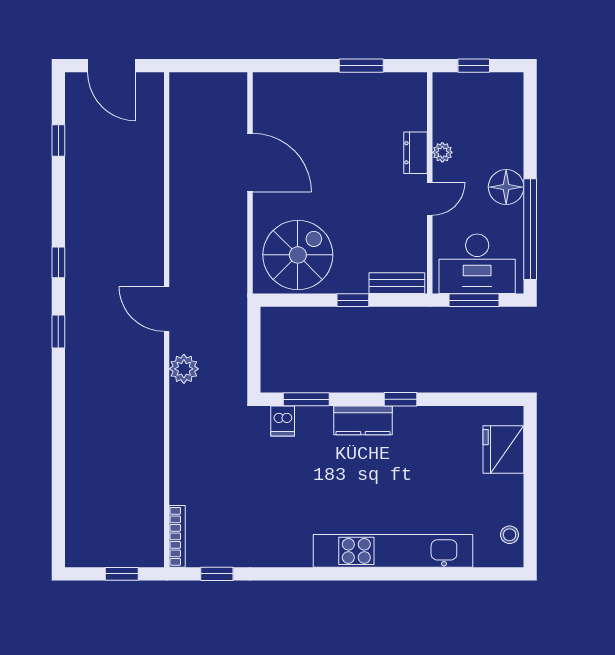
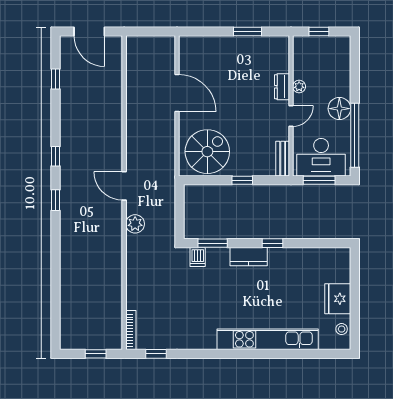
bench: (397, 283) -> (283, 159), moved, turned 90
fridge: (503, 450) -> (338, 299), moved

